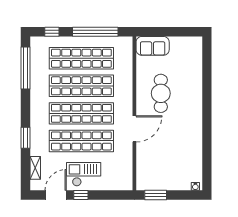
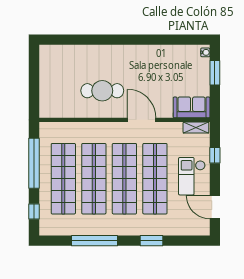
sofa: (153, 46) -> (192, 107), moved, turned -90
window: (25, 68) -> (94, 241), moved
shelving: (35, 168) -> (196, 128), moved
window: (81, 195) -> (215, 155), moved
window: (156, 195) -> (215, 73), moved

